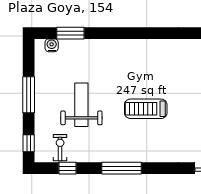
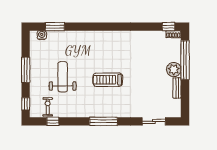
window: (122, 168) -> (103, 121), moved

